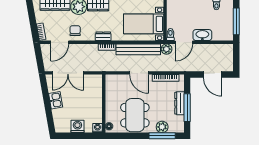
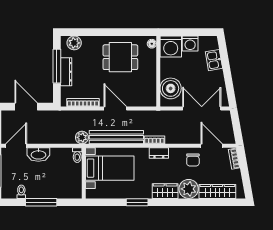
door: (60, 42) -> (212, 146), hinge flipped
door: (184, 42) -> (16, 146), moved
boiler: (94, 89) -> (171, 88), added
kitchen sink: (56, 100) -> (214, 60), moved
dining table: (135, 115) -> (120, 57), width x0.73
plant: (162, 127) -> (74, 43), moved
washing machine: (98, 128) -> (171, 47), width x1.89, depth x1.89
window: (162, 136) -> (87, 32), removed

